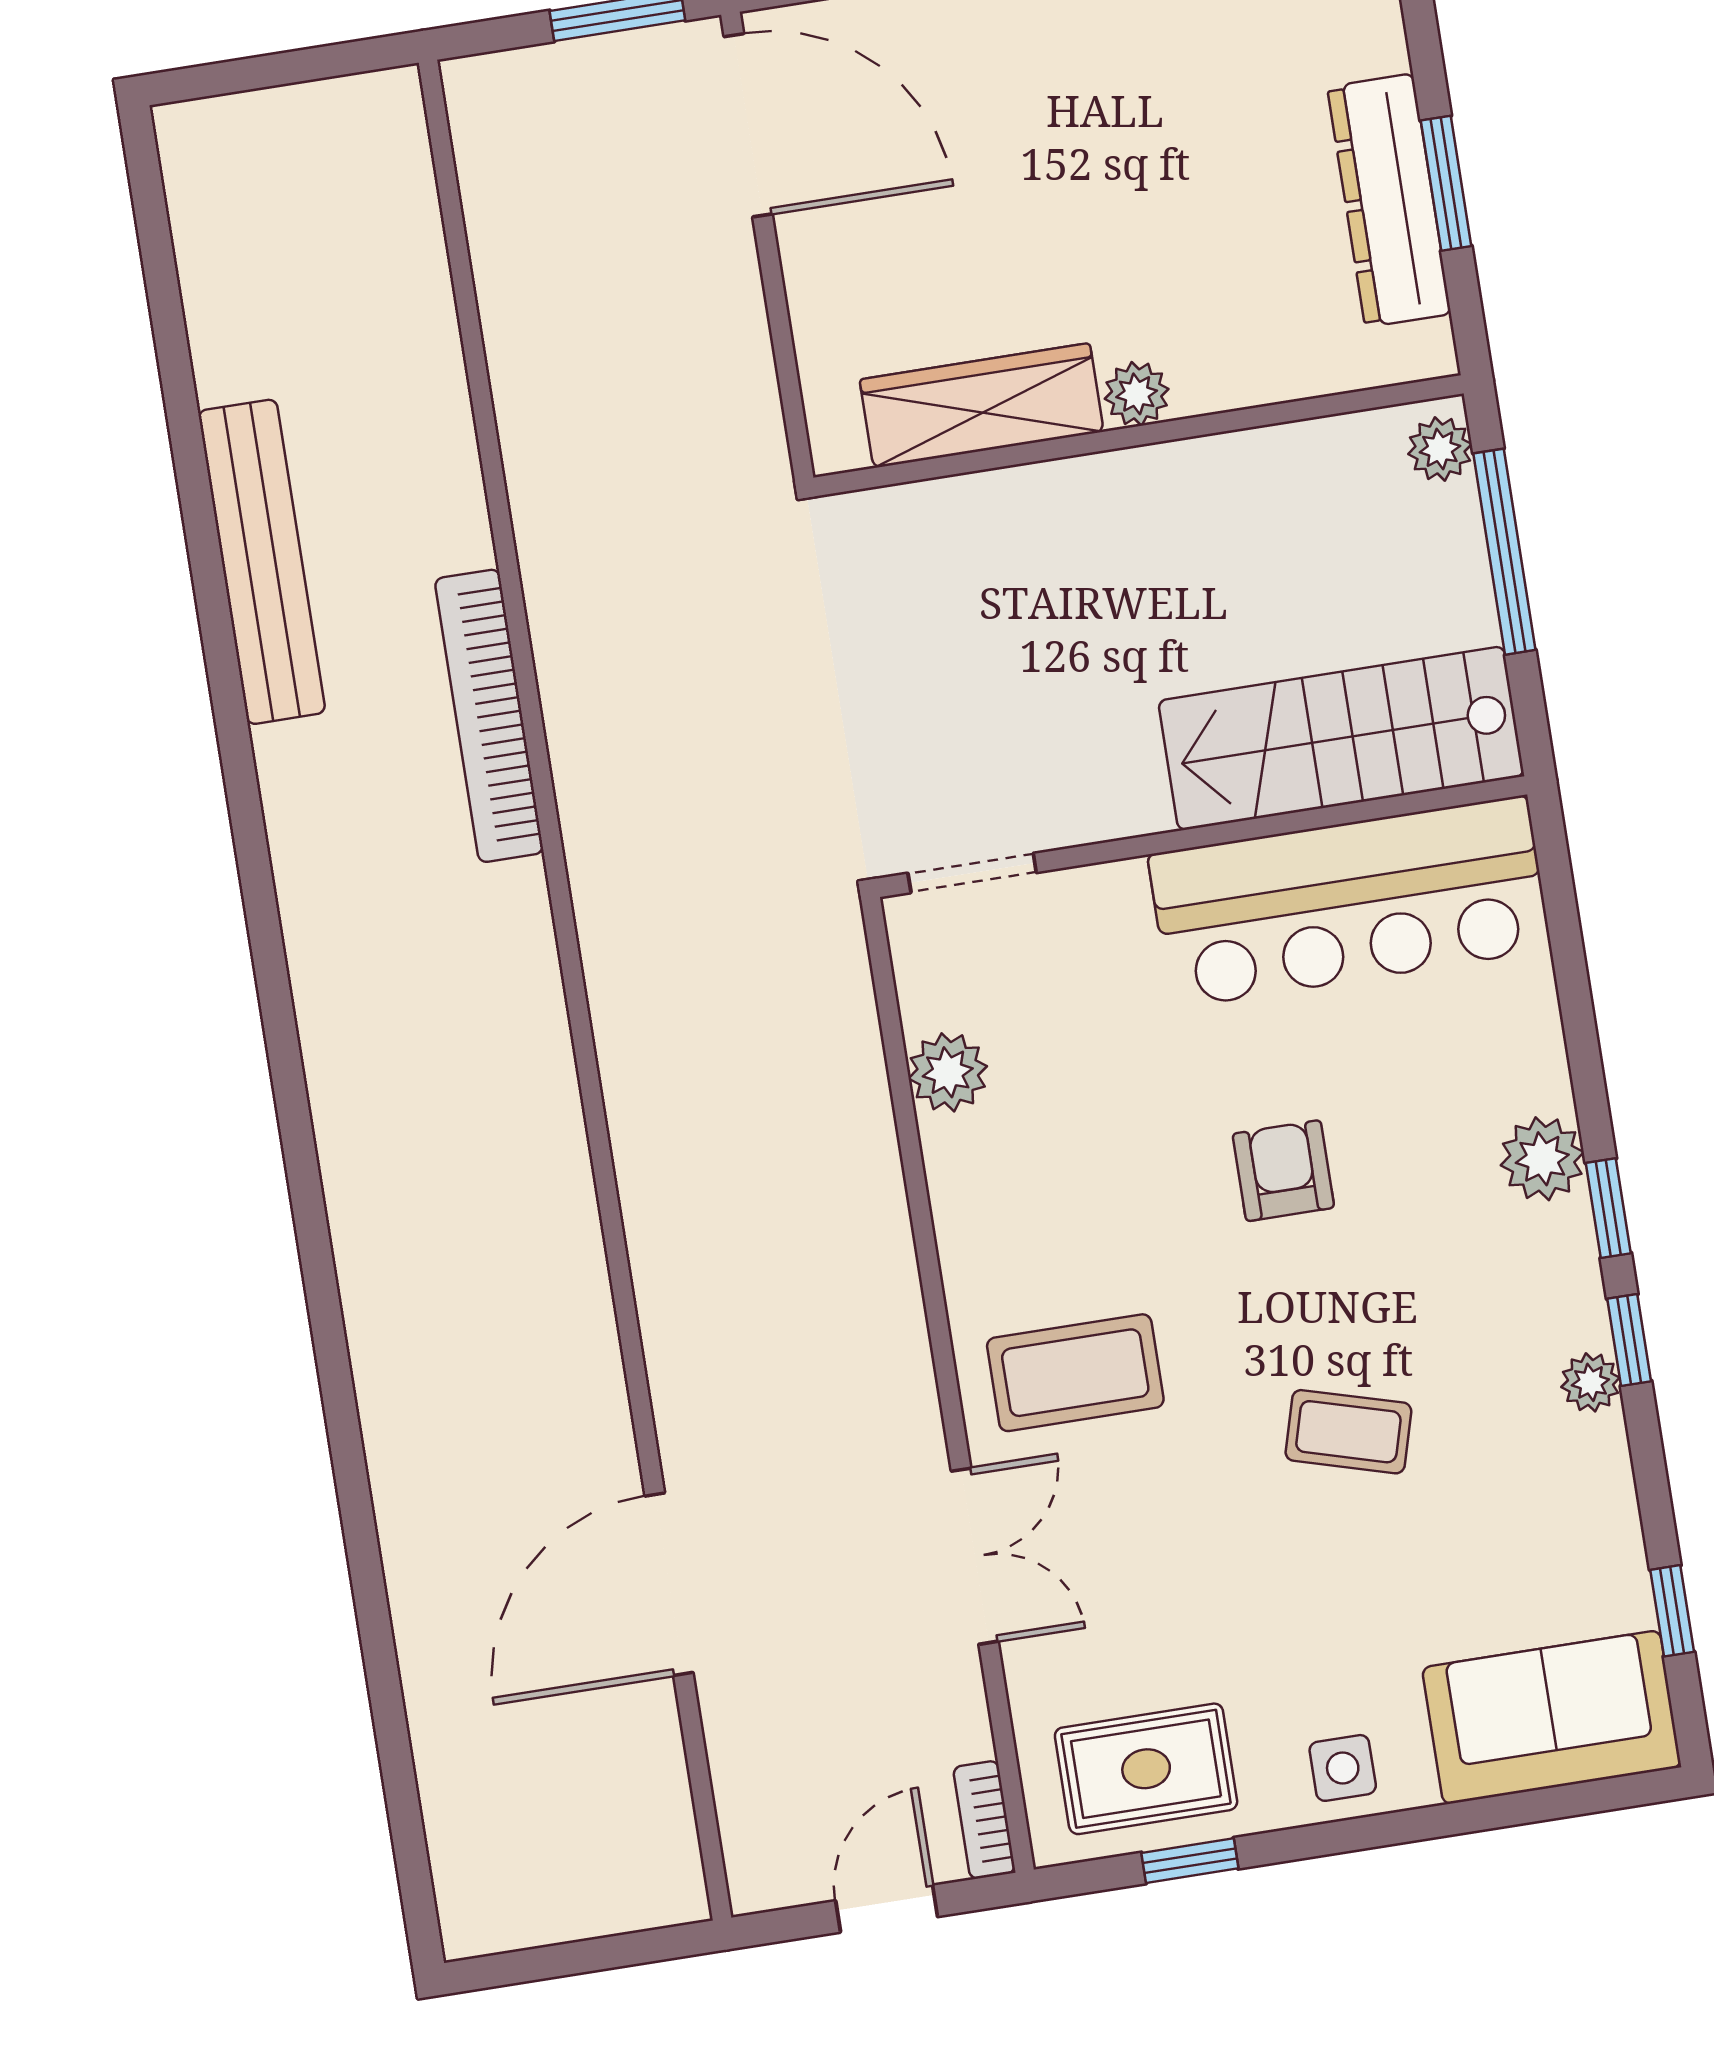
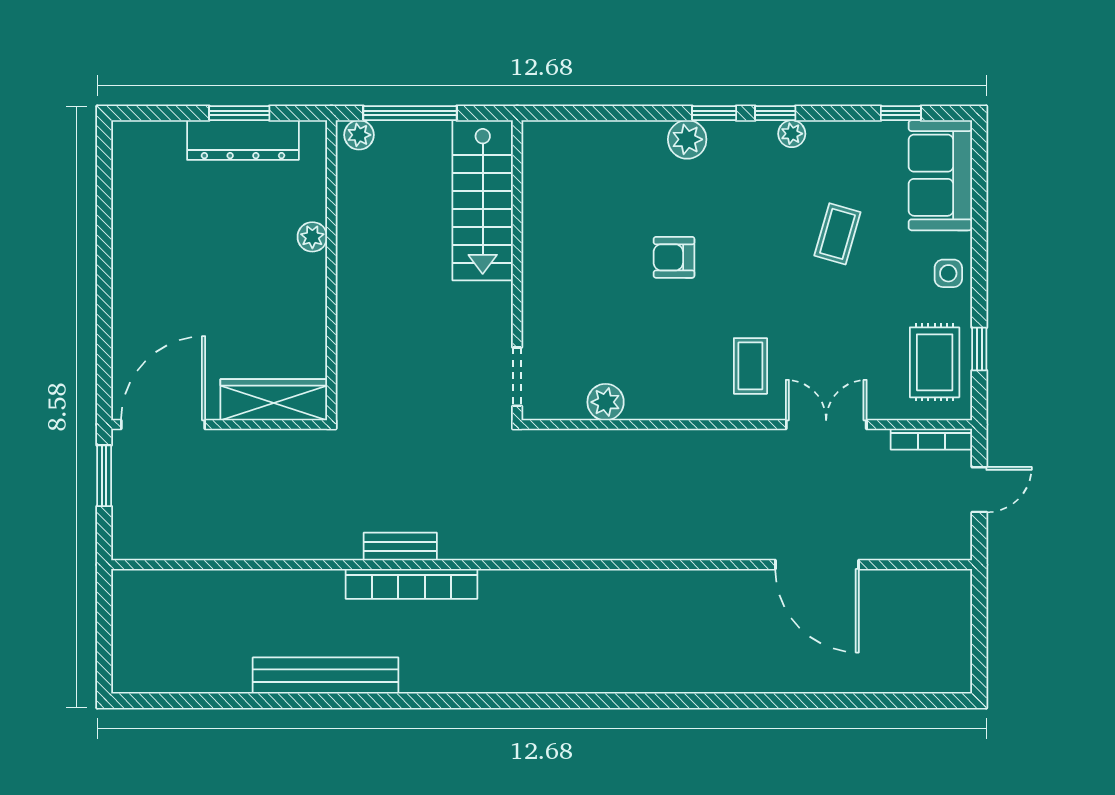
plant: (1137, 394) -> (312, 237), moved
wardrobe: (982, 406) -> (274, 400), moved, turned 90
bench: (566, 679) -> (400, 547), added
bar counter: (1349, 902) -> (557, 208), removed
coffee table: (1075, 1373) -> (750, 366), width x0.73, depth x0.77
coffee table: (1348, 1432) -> (837, 234), moved
bookcase: (984, 1820) -> (931, 439), width x1.56
door: (887, 1909) -> (979, 490), swing flipped

